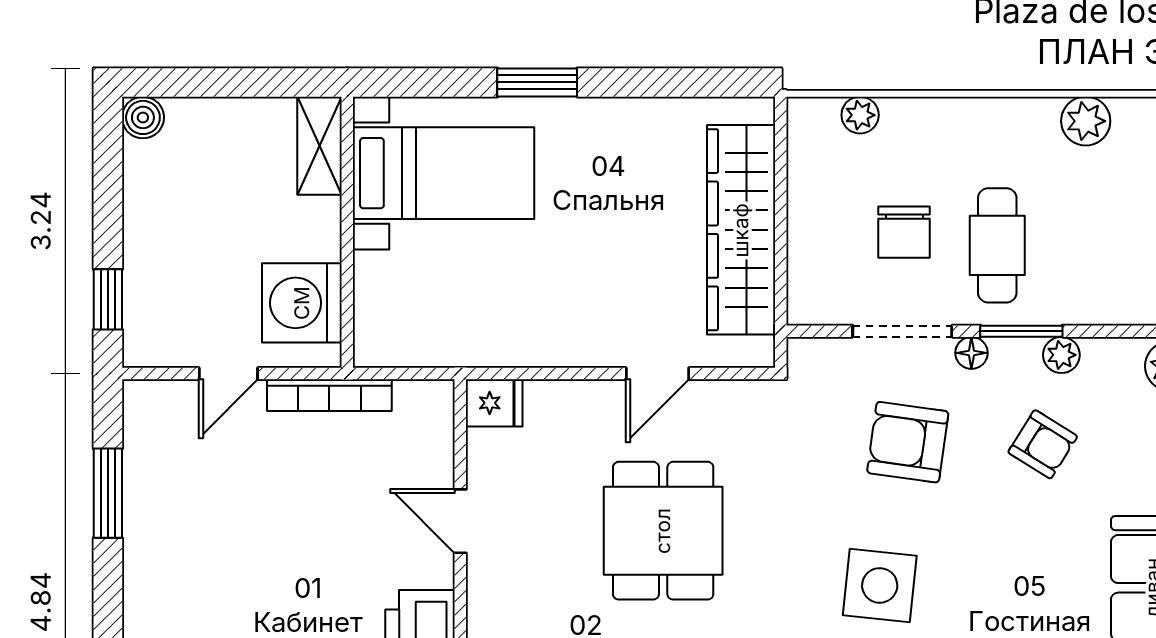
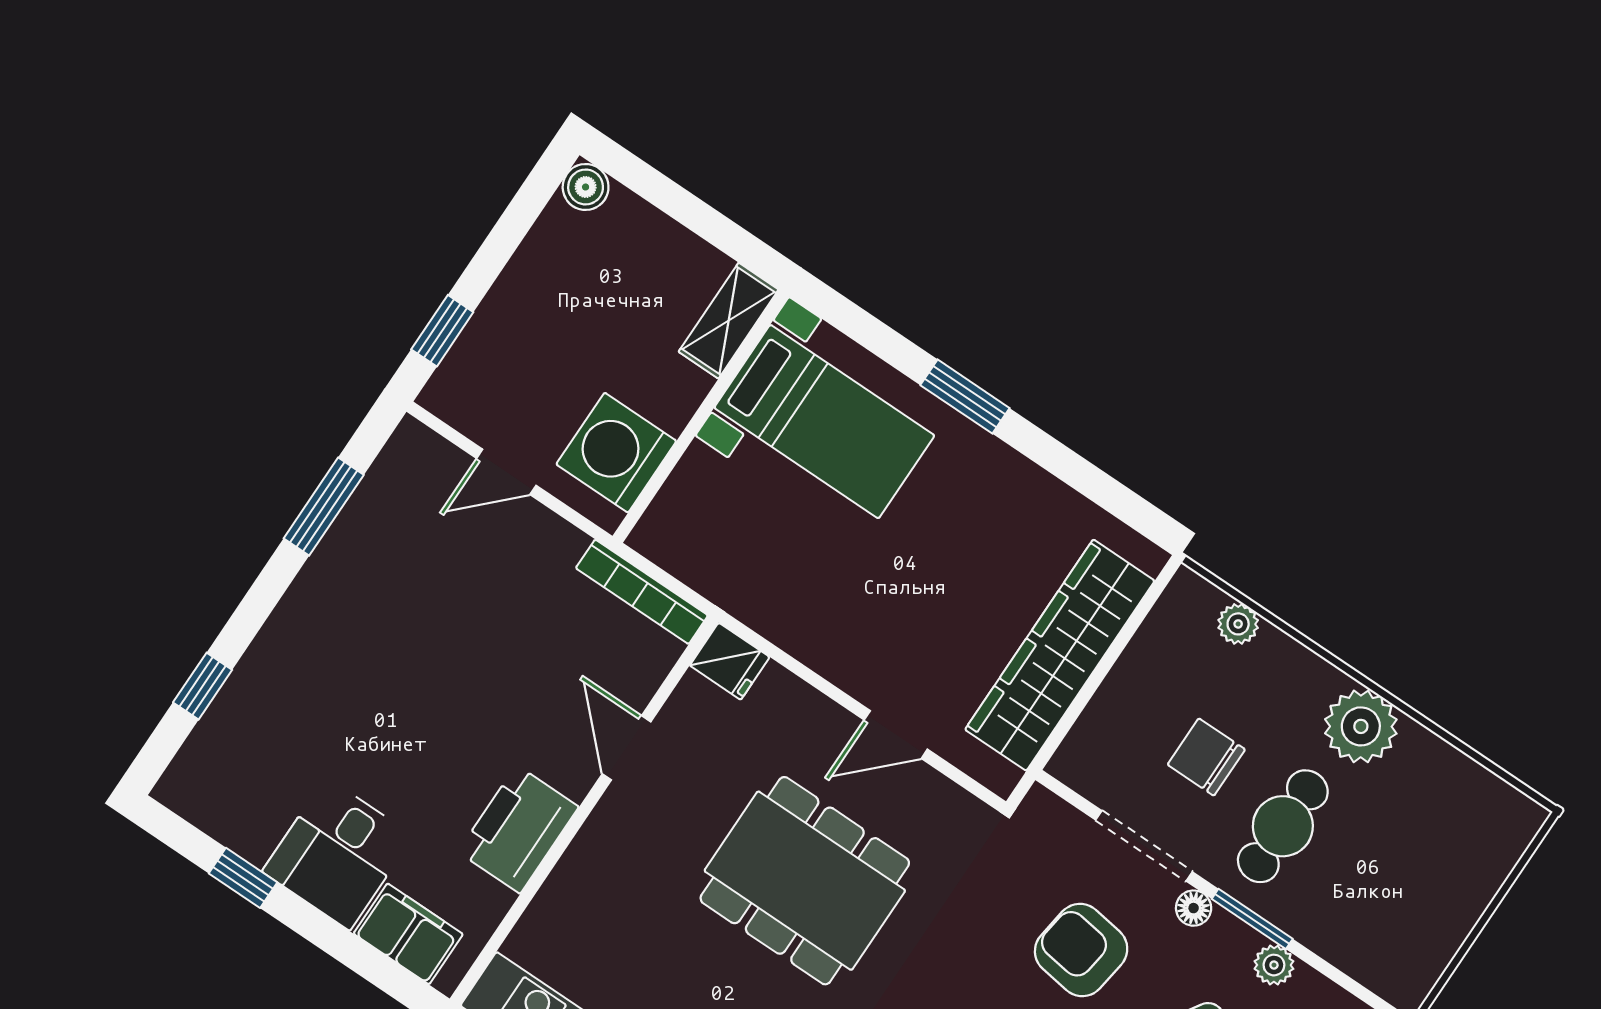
plant: (1086, 121) -> (1361, 726), moved, width x1.36, depth x1.36
chair: (904, 232) -> (1206, 757), turned 90
bookcase: (329, 395) -> (642, 592), moved
dining table: (663, 531) -> (805, 881), width x1.38

